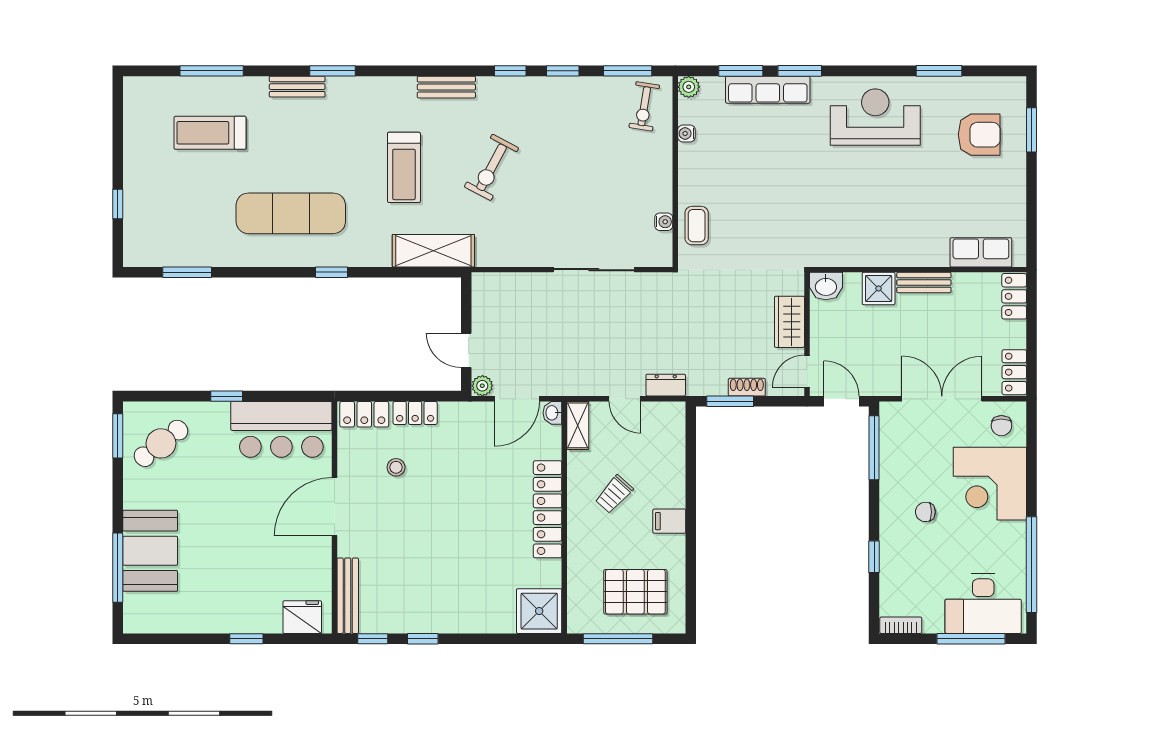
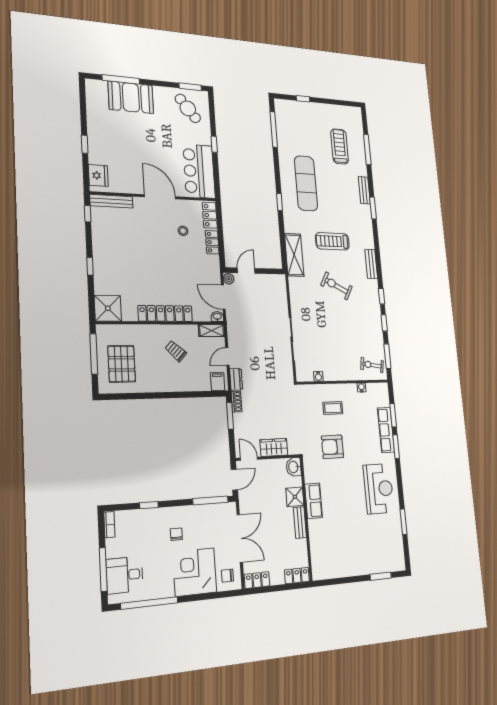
plant: (689, 87) -> (383, 388), removed
armchair: (979, 135) -> (332, 447), moved, turned 90
coffee table: (697, 226) -> (333, 408), moved
row of seats: (981, 252) -> (314, 501), moved
window: (187, 272) -> (274, 130), width x1.44
shoe rack: (747, 387) -> (237, 402), moved
filing cabinet: (669, 521) -> (218, 382), moved
desk: (983, 604) -> (125, 575), width x0.73
window: (423, 639) -> (90, 266), moved

